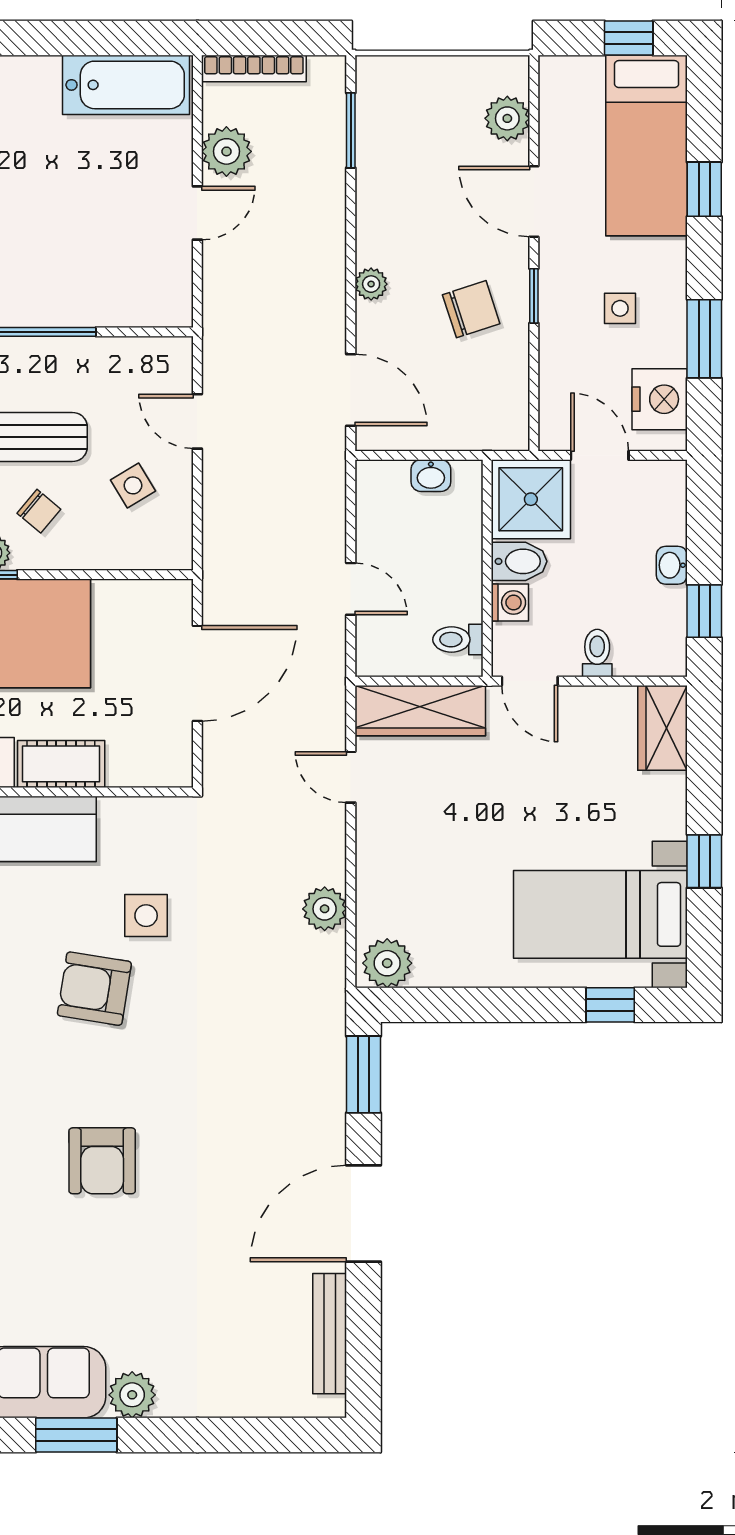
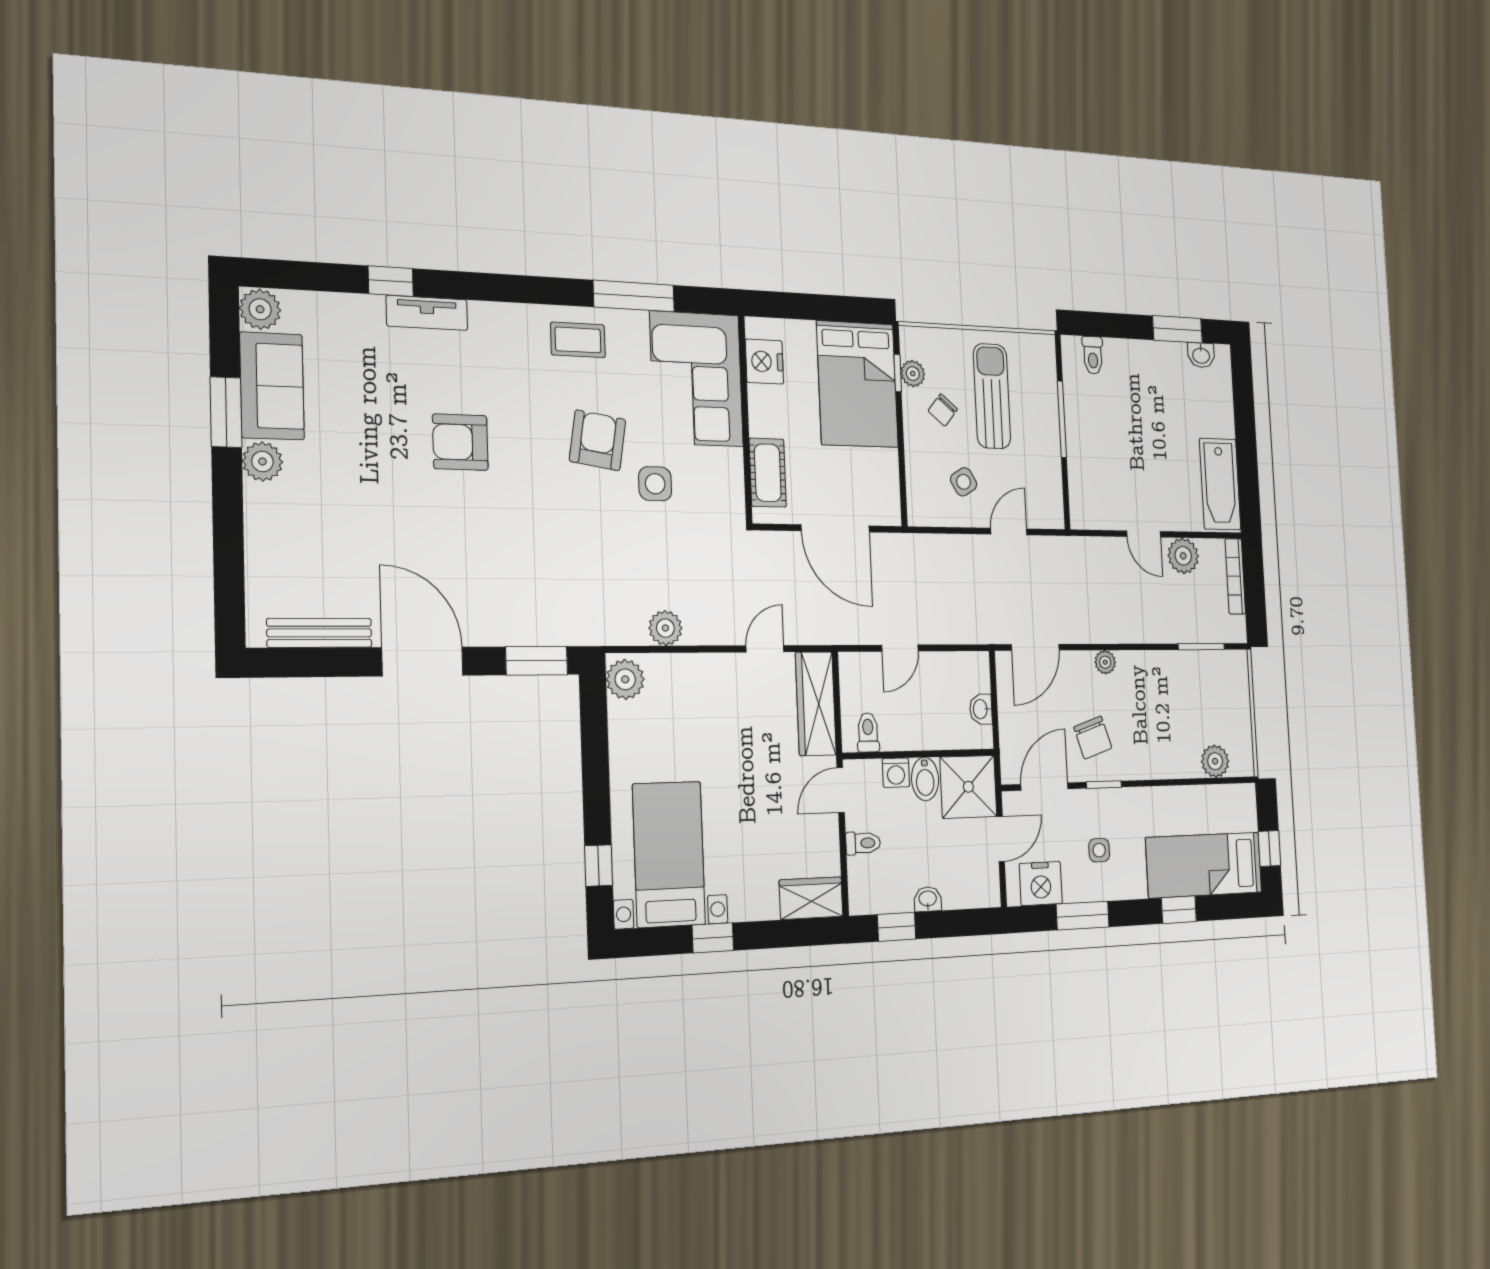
door: (534, 201) -> (1044, 787), moved
cot: (61, 764) -> (768, 473), moved

